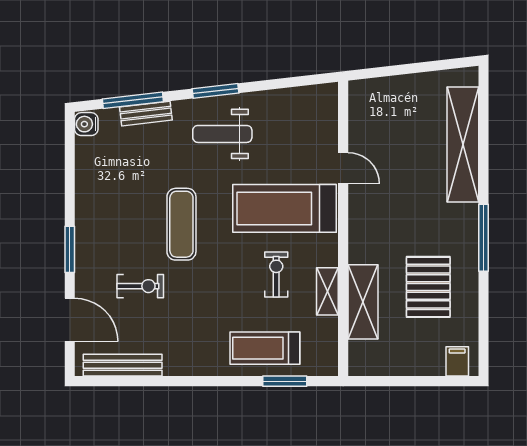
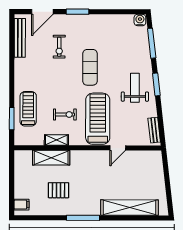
bench: (146, 114) -> (154, 130), moved
exercise mat: (181, 224) -> (90, 67), turned 90
pallet: (428, 287) -> (59, 190), width x0.67, depth x0.71

